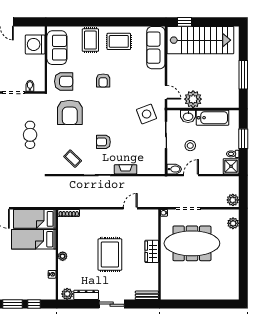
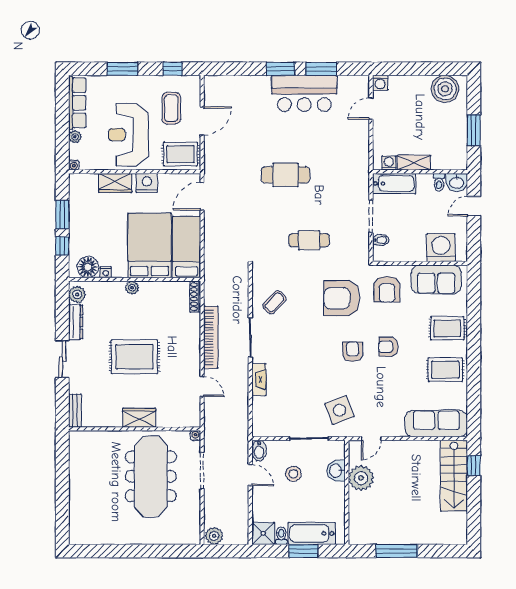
stairs: (200, 40) -> (454, 476), width x0.73, depth x0.66
rug: (119, 41) -> (445, 370), turned 90
bathtub: (212, 118) -> (312, 533), moved, turned 90
armchair: (103, 142) -> (353, 352), moved
bookcase: (97, 202) -> (211, 337), added
plant: (233, 223) -> (180, 536), removed
bed: (34, 239) -> (150, 246), width x1.50
floor lamp: (48, 287) -> (88, 267), added

